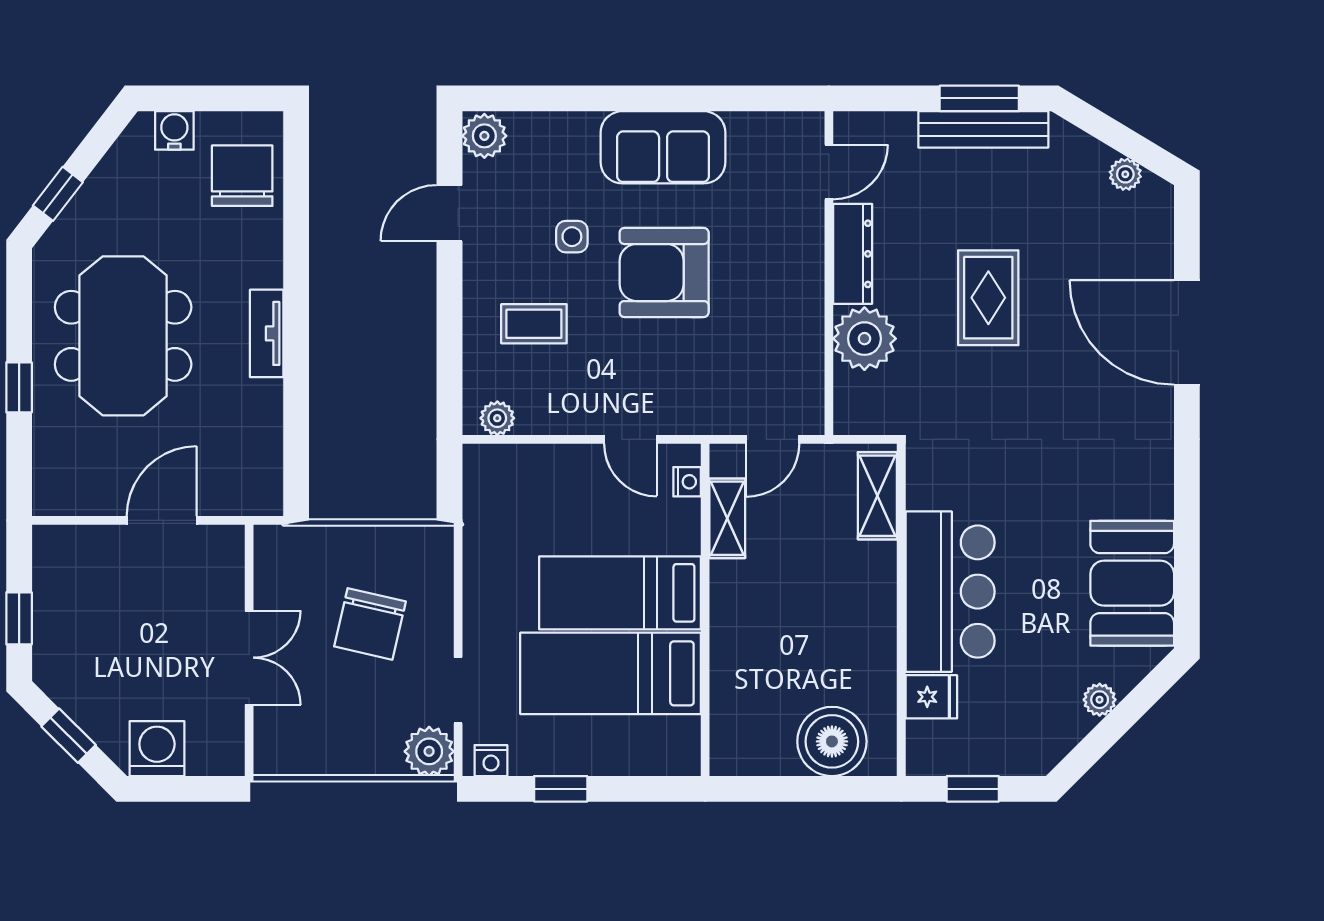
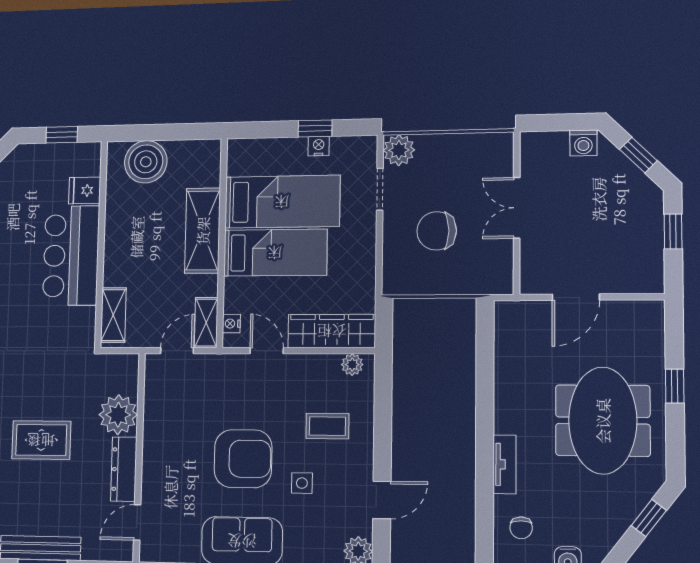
chair: (242, 176) -> (521, 528), width x0.54, depth x0.54
rug: (988, 298) -> (41, 440), turned 90
tv unit: (267, 333) -> (505, 464), moved
wardrobe: (530, 470) -> (332, 331), added
shelving: (727, 518) -> (206, 323), moved
chair: (370, 624) -> (437, 231), turned -103
shelving: (737, 629) -> (203, 231), added
washing machine: (157, 749) -> (583, 143), width x0.73, depth x0.73
nightstand: (491, 761) -> (319, 146), moved

